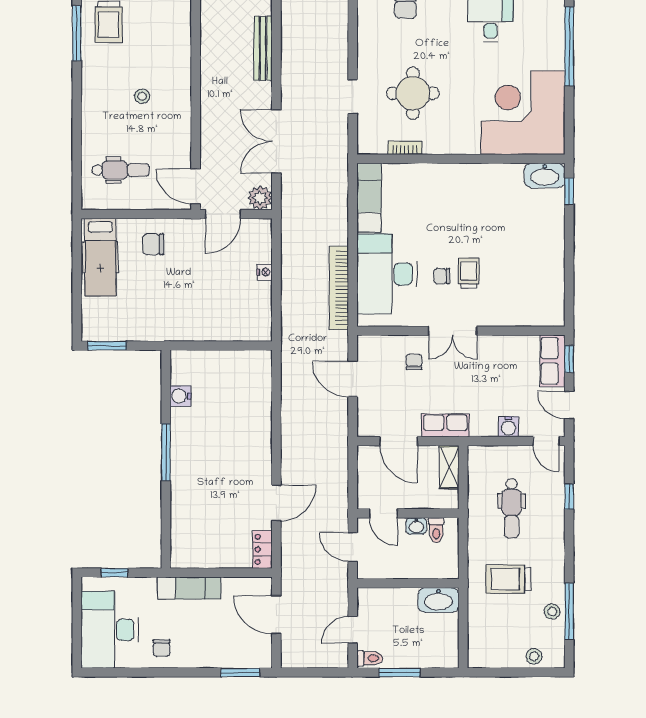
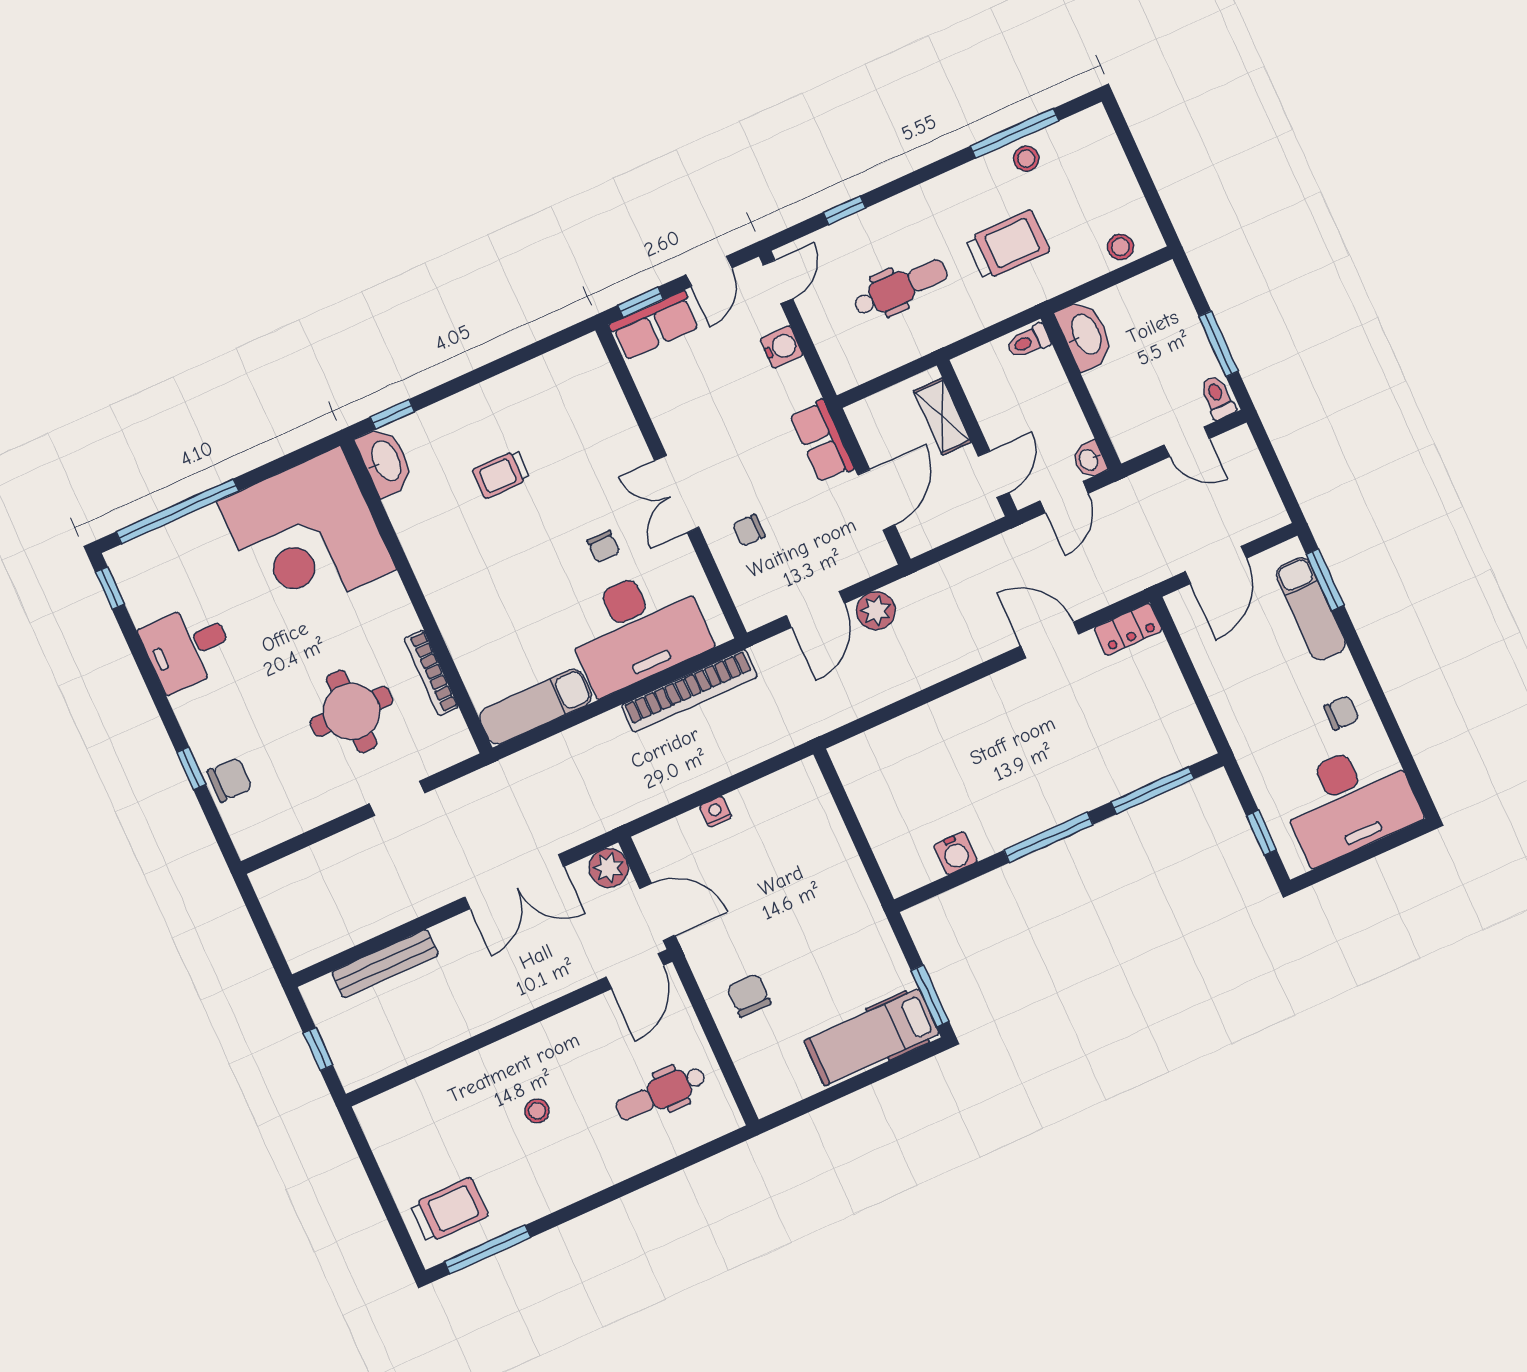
bookcase: (405, 148) -> (431, 673), width x1.56
dental chair: (121, 170) -> (661, 1093), turned -90
chair: (153, 244) -> (749, 995), turned 180
hospital bed: (100, 257) -> (872, 1037), moved, turned 180
trolley: (469, 273) -> (501, 474), moved
double door: (453, 331) -> (677, 494), swing flipped
plant: (337, 413) -> (876, 611), added
shelving: (449, 467) -> (942, 416), moved, turned 90
window: (166, 522) -> (1153, 790), added
washbasin: (416, 526) -> (1089, 460), moved, turned 180
toilet: (436, 530) -> (1028, 342), moved, turned 180
trolley: (508, 579) -> (1008, 245), turned -90
exam couch: (189, 588) -> (1311, 609), moved, turned 180
stool: (534, 656) -> (1120, 247), moved

